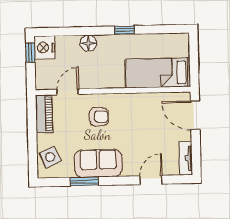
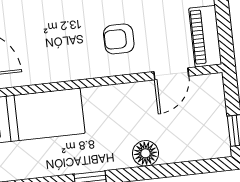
nightstand: (45, 48) -> (214, 140), removed

